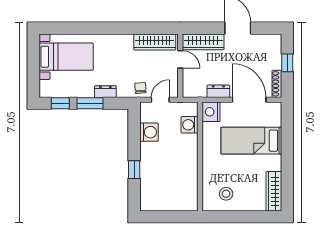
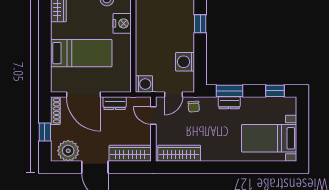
plant: (264, 44) -> (68, 151), added
door: (180, 59) -> (153, 116), moved
window: (90, 103) -> (230, 91), moved
nightstand: (211, 112) -> (122, 23), moved
washing machine: (190, 125) -> (144, 84), moved

